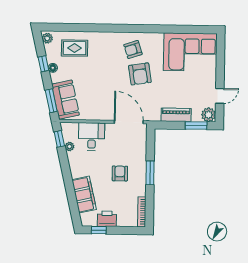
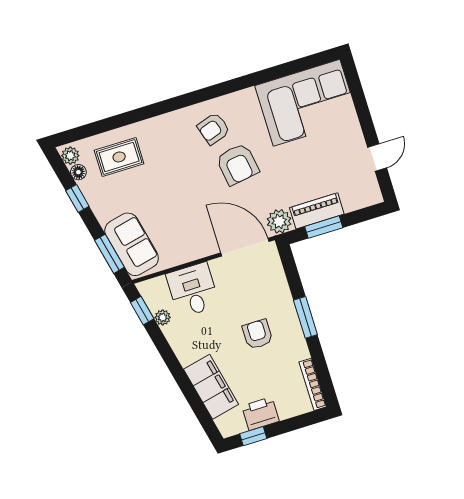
floor lamp: (53, 68) -> (78, 172), moved
plant: (209, 115) -> (279, 221), moved
window: (196, 126) -> (324, 227), moved

